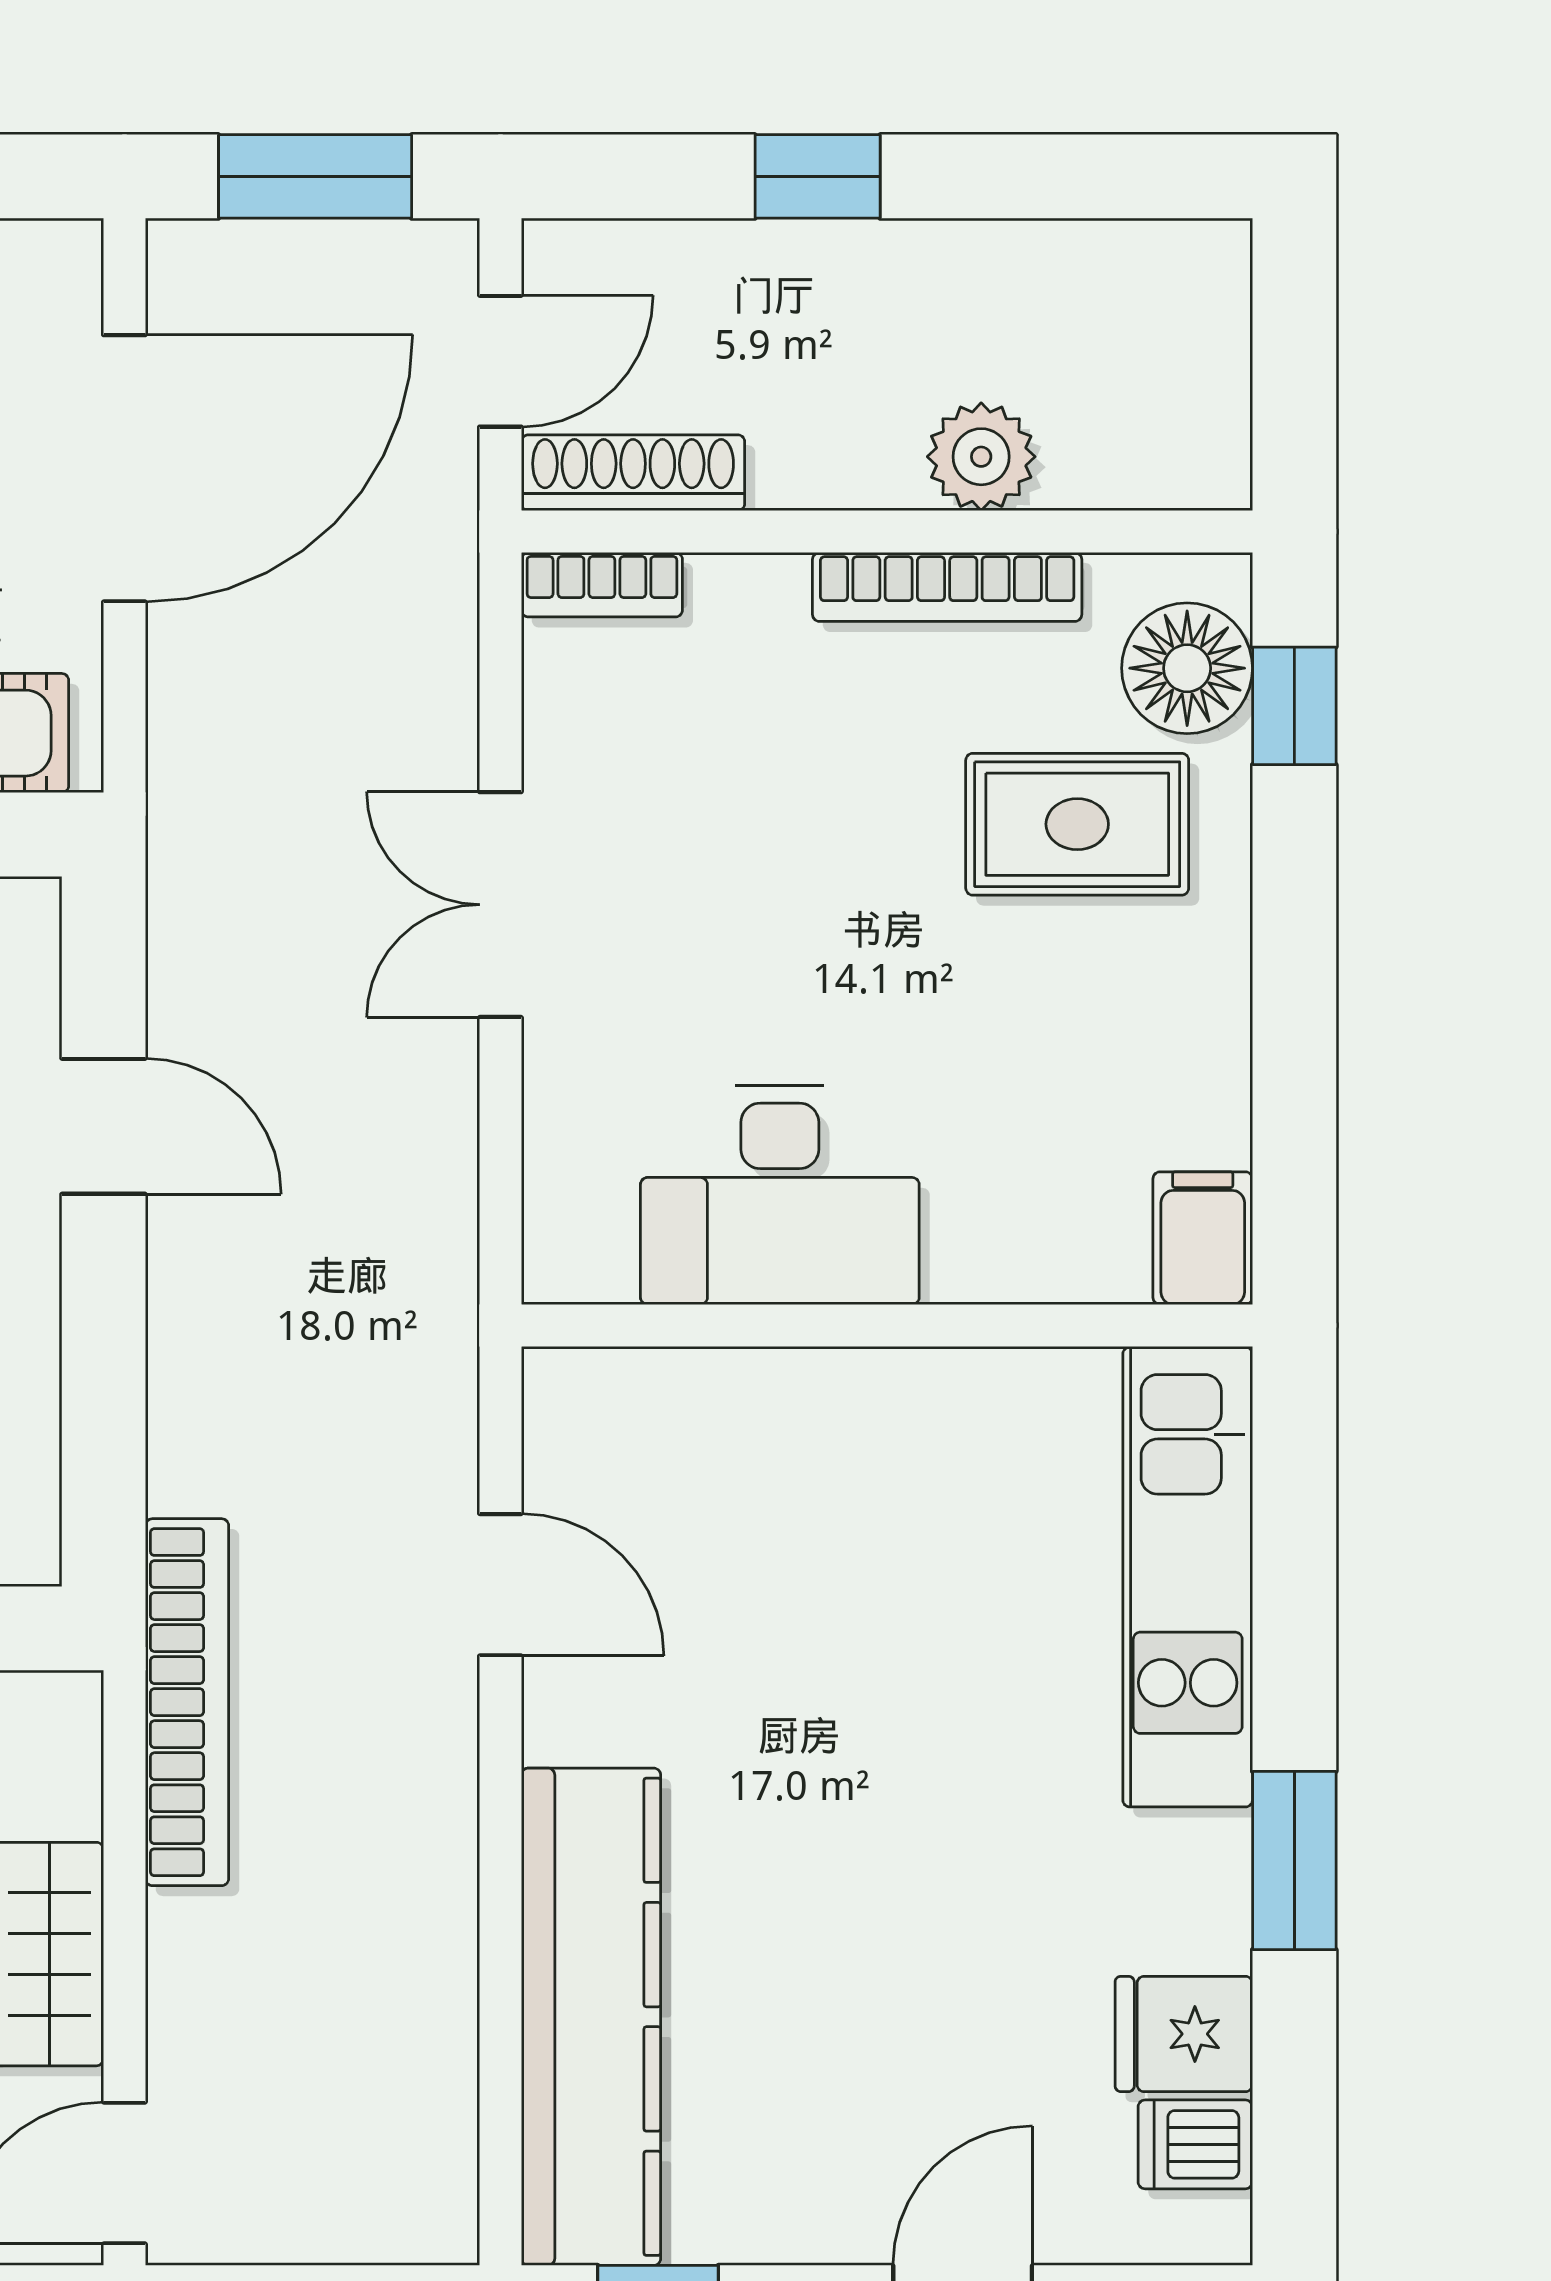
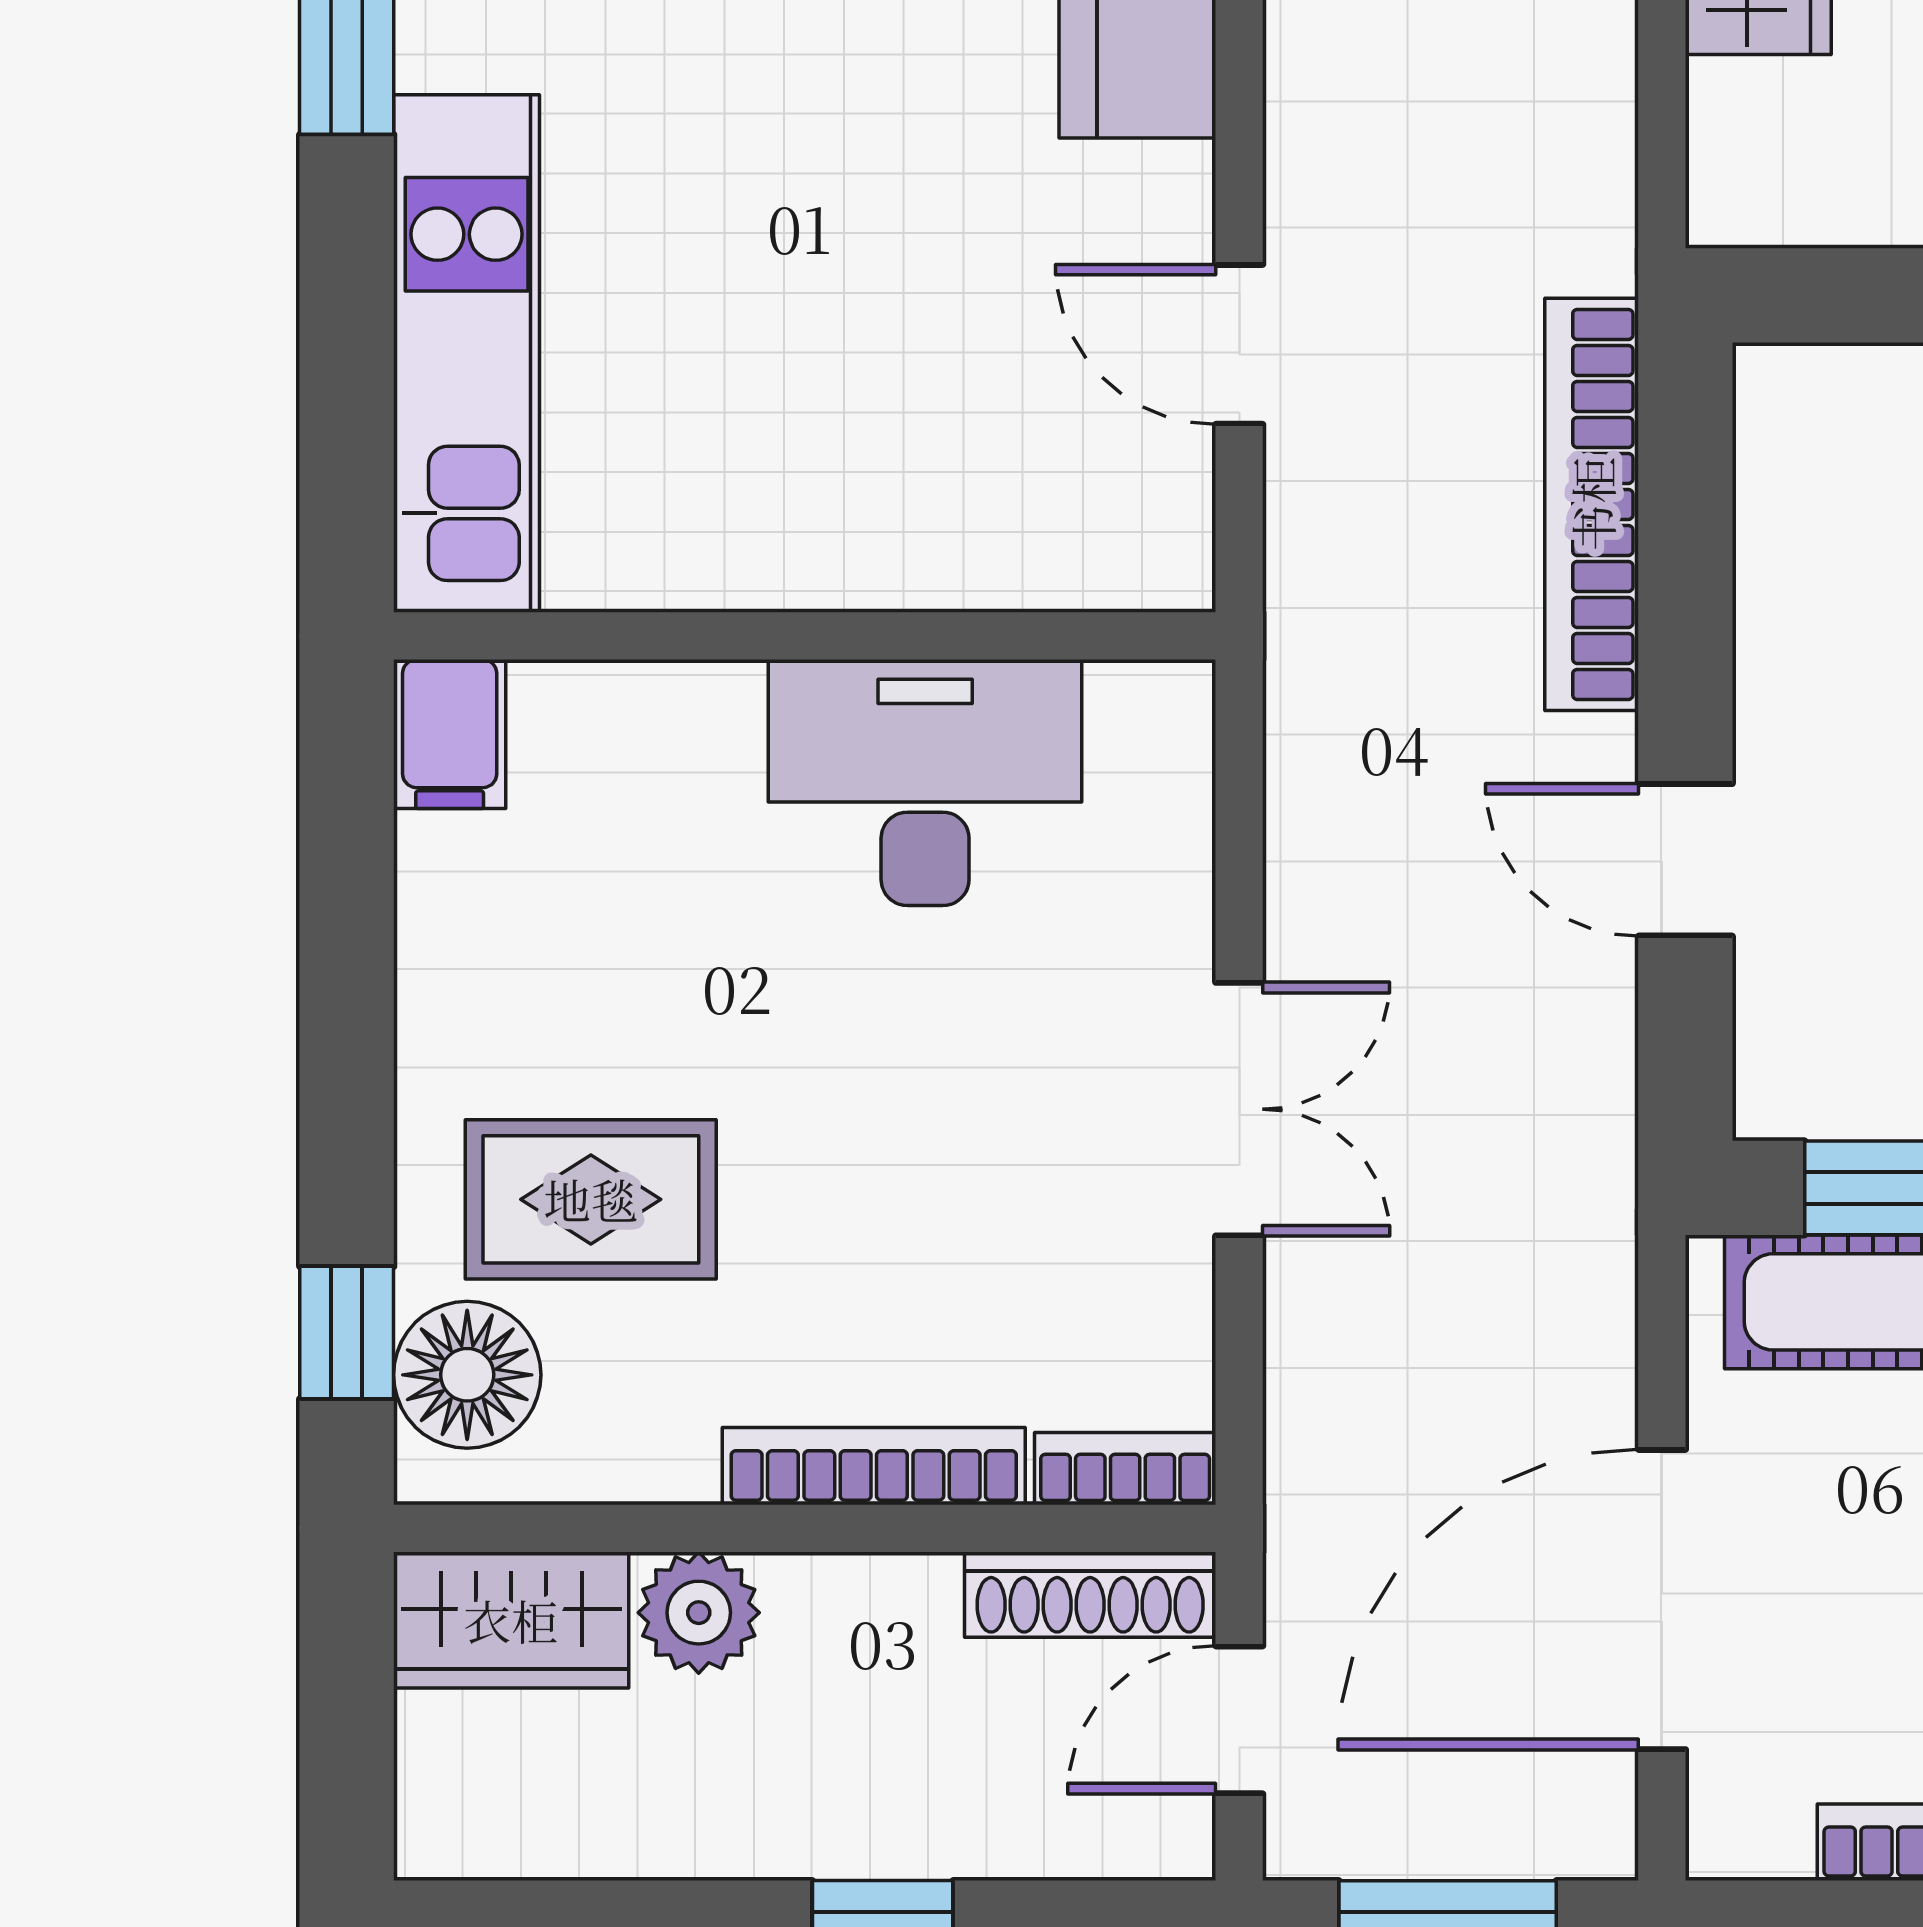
wardrobe: (1148, 450) -> (511, 1620), added
bookcase: (947, 587) -> (874, 1466), moved
bookcase: (187, 1702) -> (1592, 504), moved

